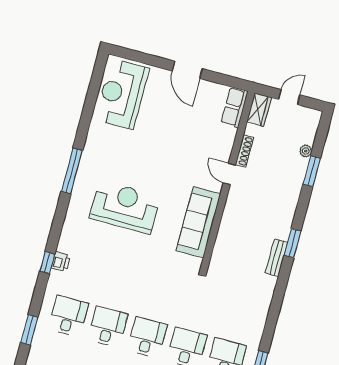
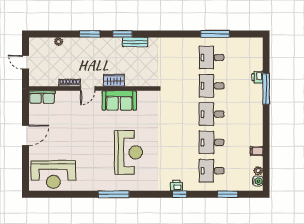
wardrobe: (259, 110) -> (114, 80), moved
window: (312, 171) -> (90, 34), moved
reception desk: (125, 207) -> (129, 152), turned 180
sofa: (198, 222) -> (119, 101), width x0.73

